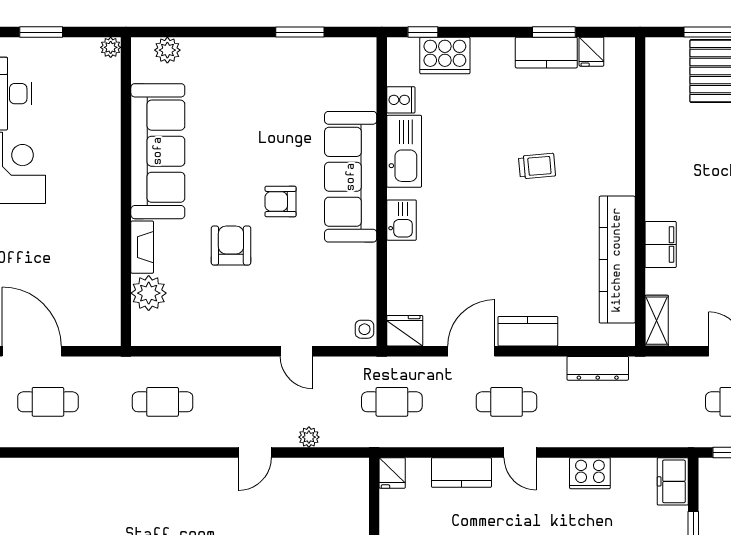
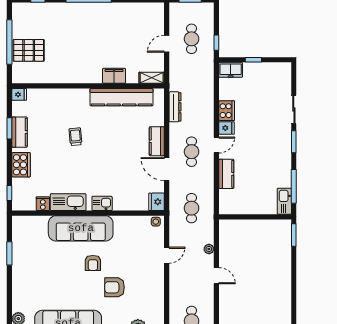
fridge: (591, 52) -> (19, 94), moved
cooker: (445, 56) -> (21, 165), moved
fridge: (392, 473) -> (227, 128), moved

